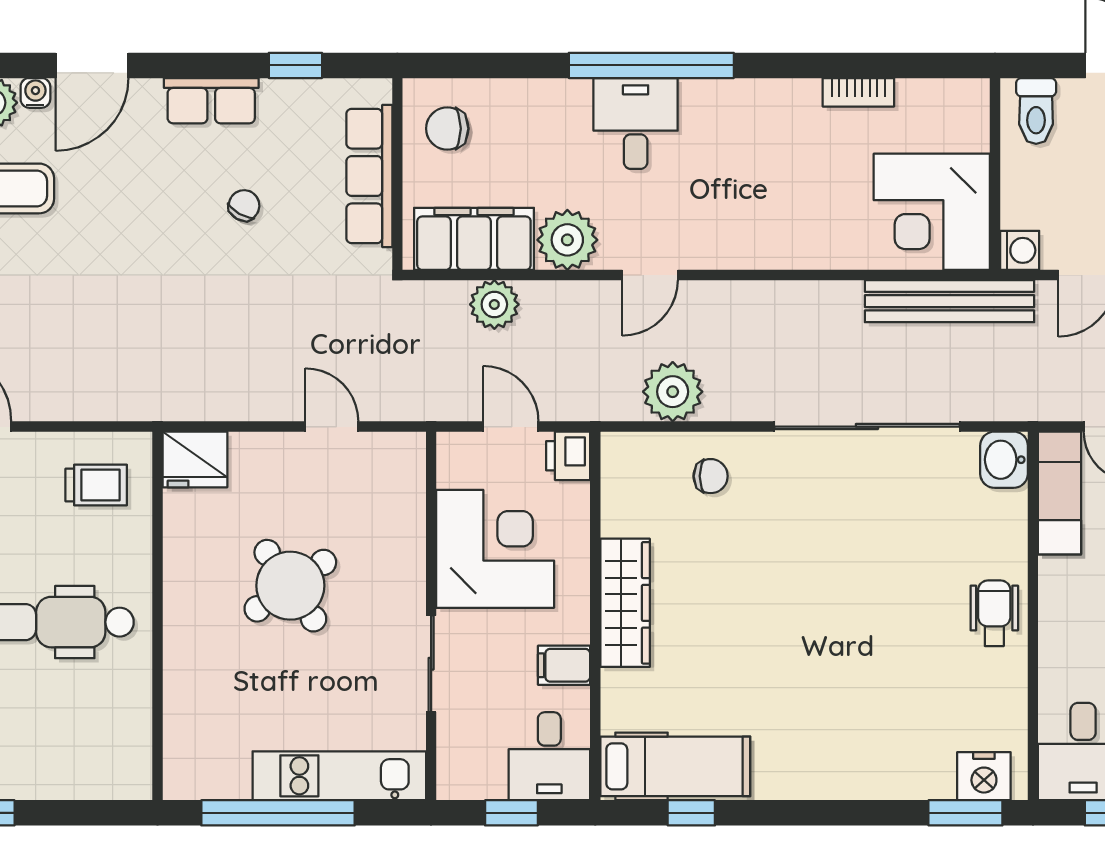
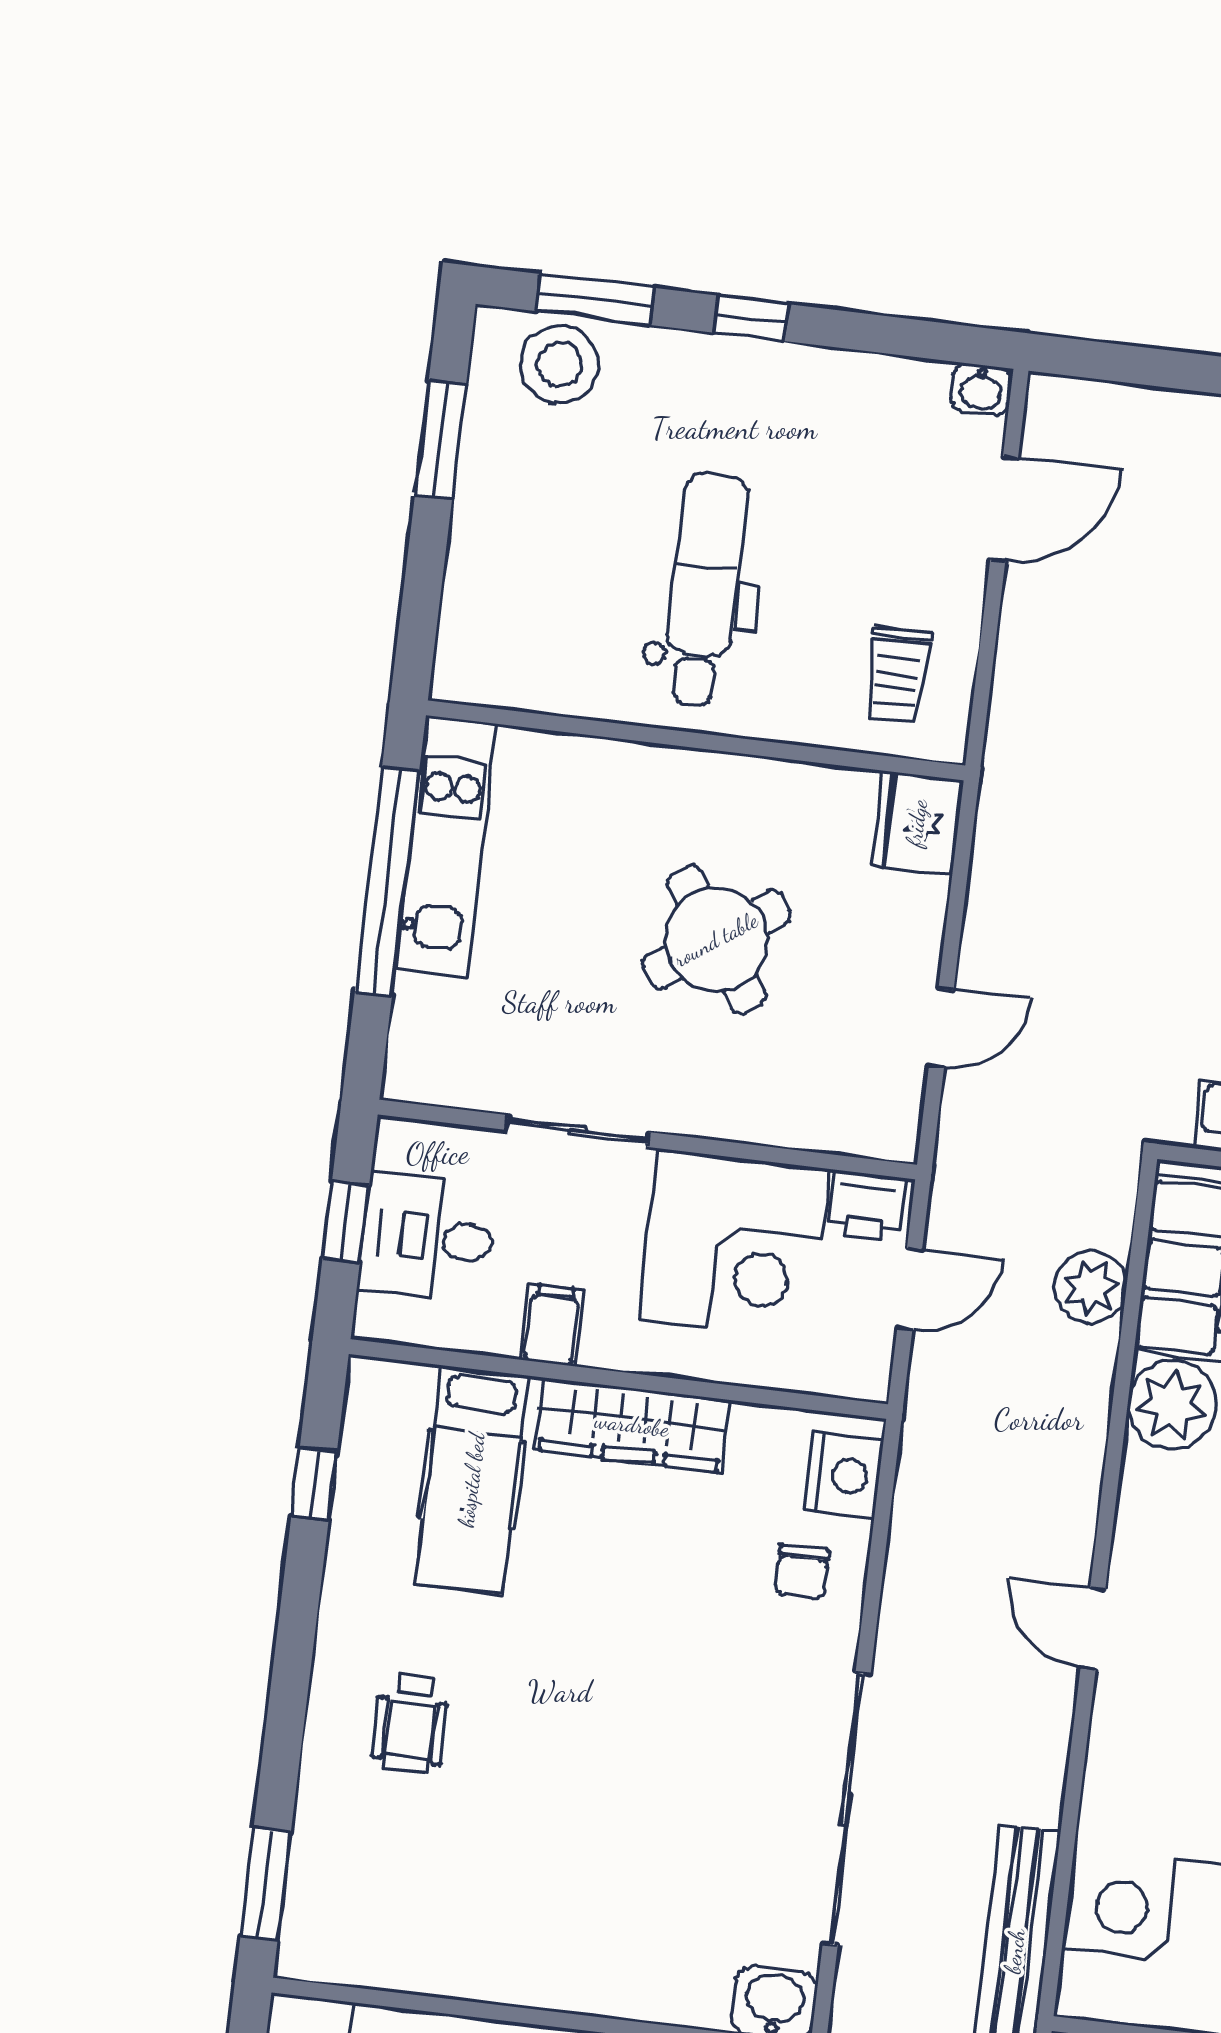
door: (650, 275) -> (1093, 1629), moved
plant: (673, 392) -> (932, 1532), removed
printer: (568, 456) -> (867, 1206), moved, turned 180
wheelchair: (994, 613) -> (411, 1723), moved, turned 90
desk: (549, 756) -> (428, 1238), moved
hospital bed: (675, 766) -> (472, 1480), moved
kitchen unit: (339, 776) -> (446, 846), moved
nightstand: (984, 776) -> (844, 1475), moved, turned 180

